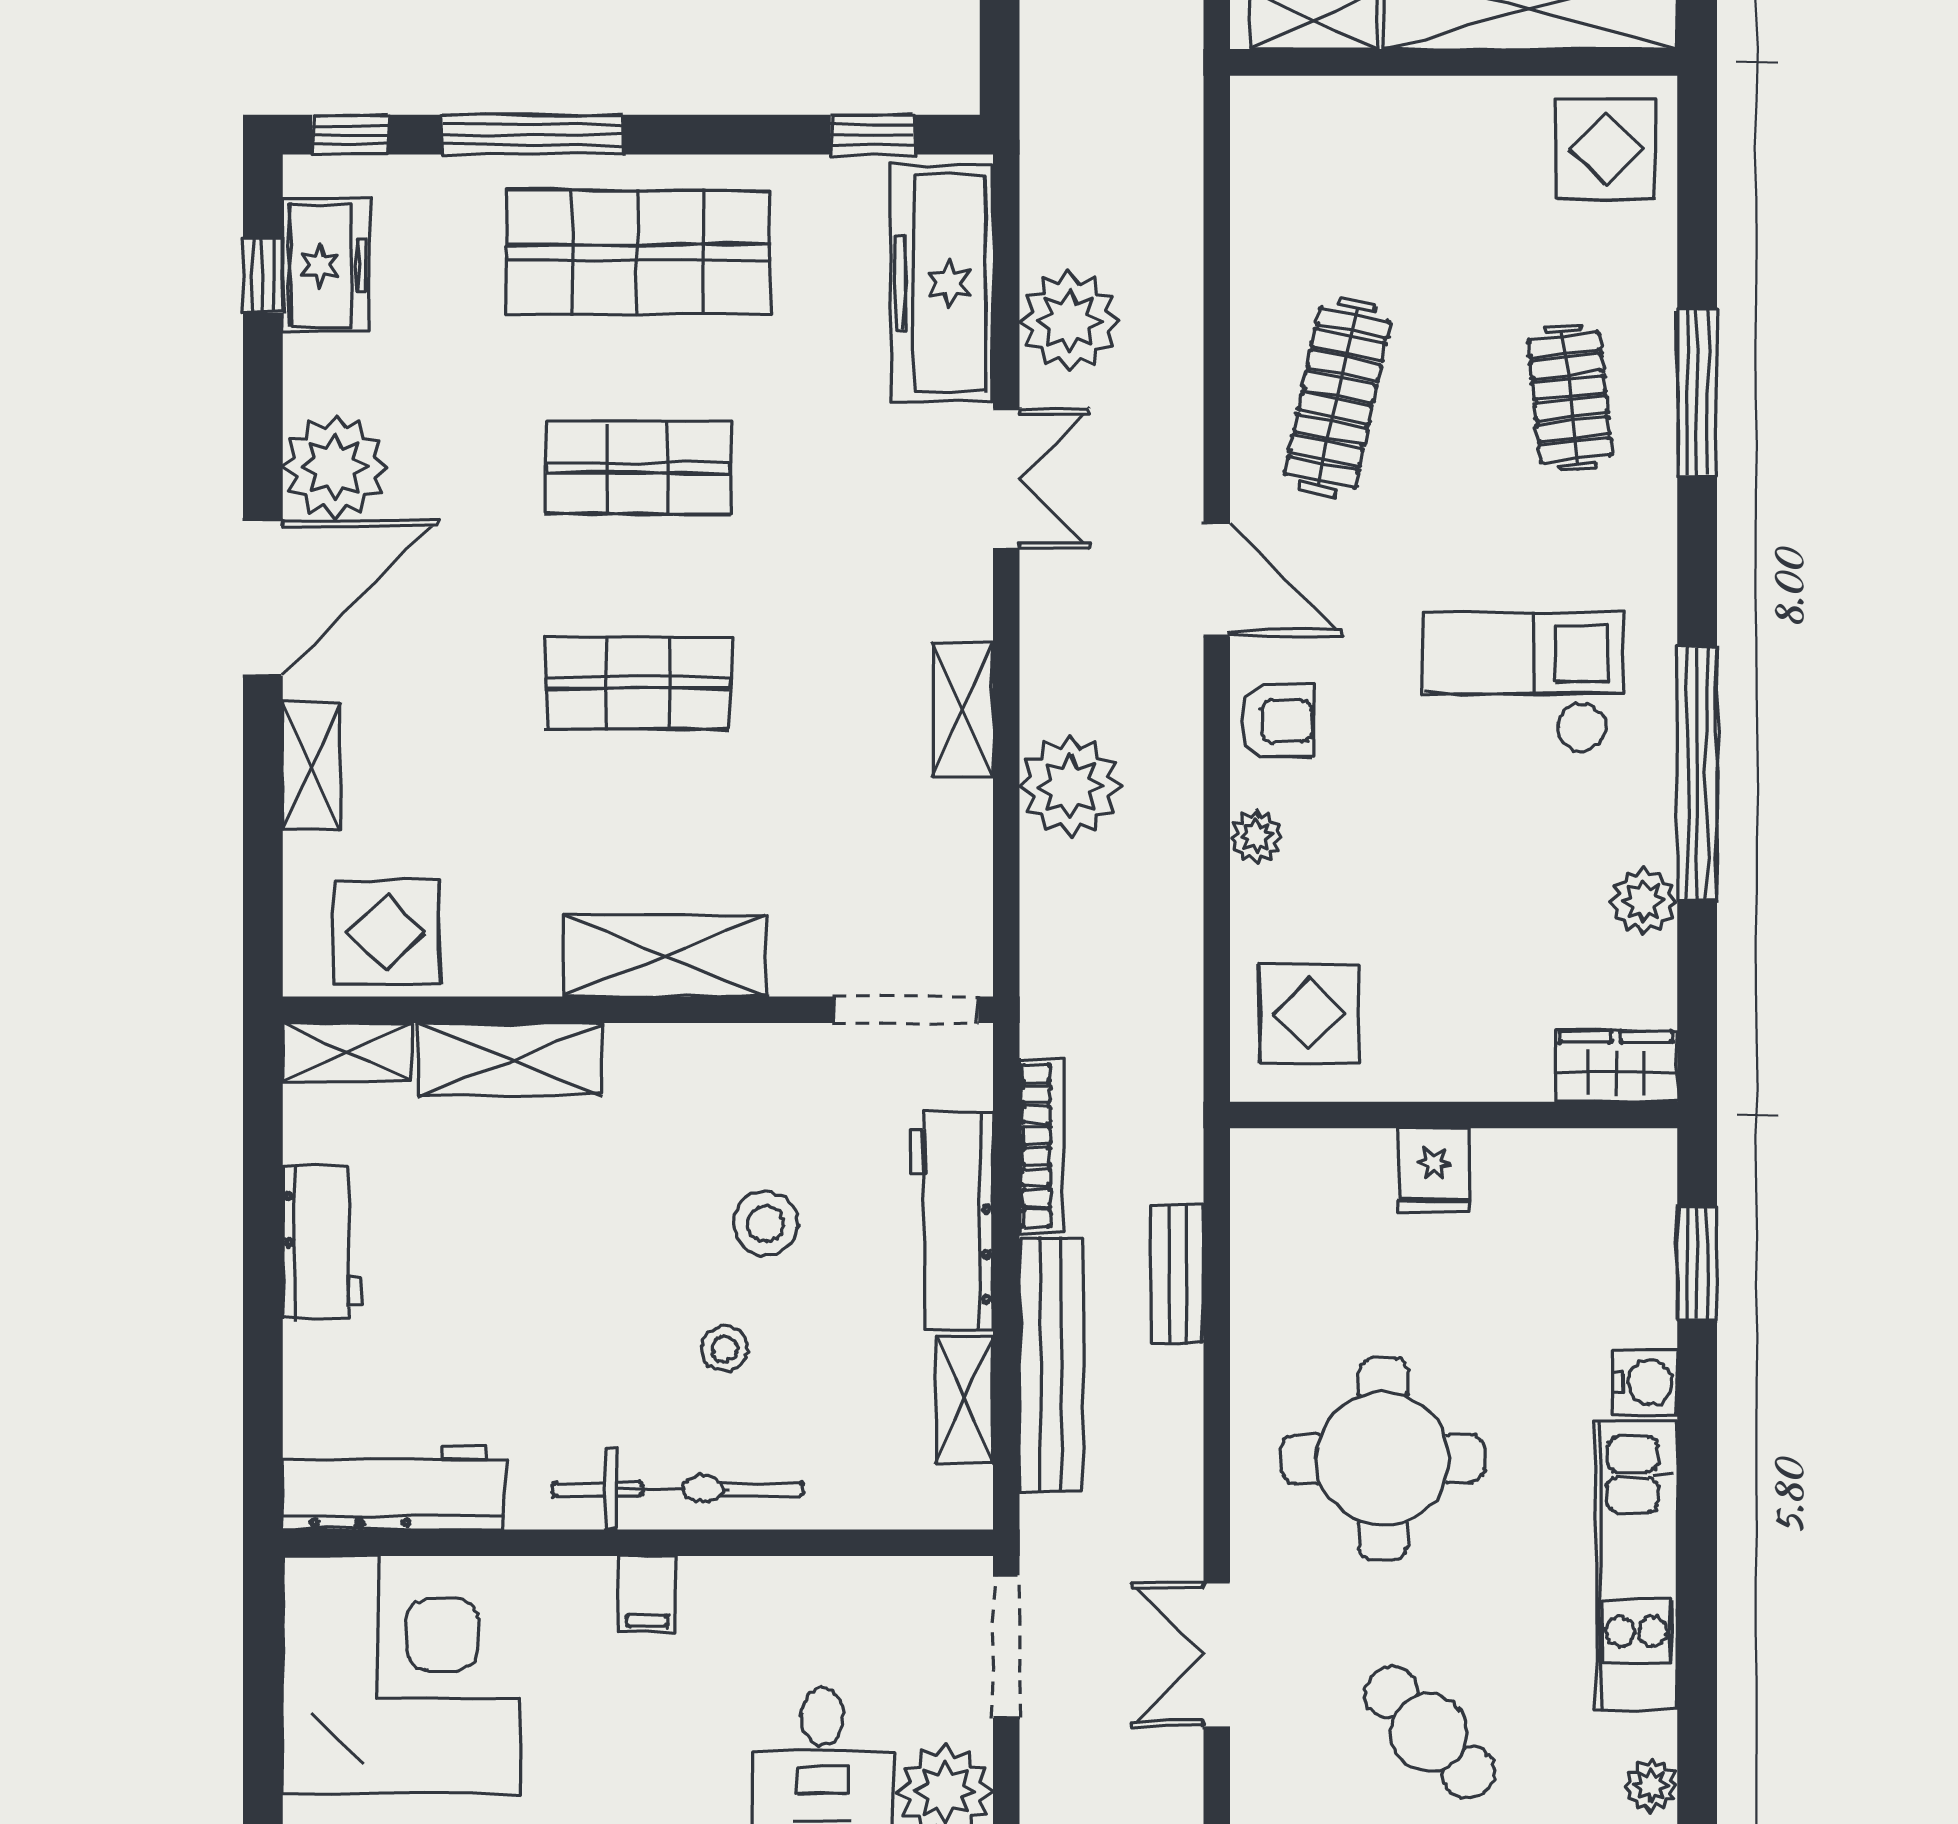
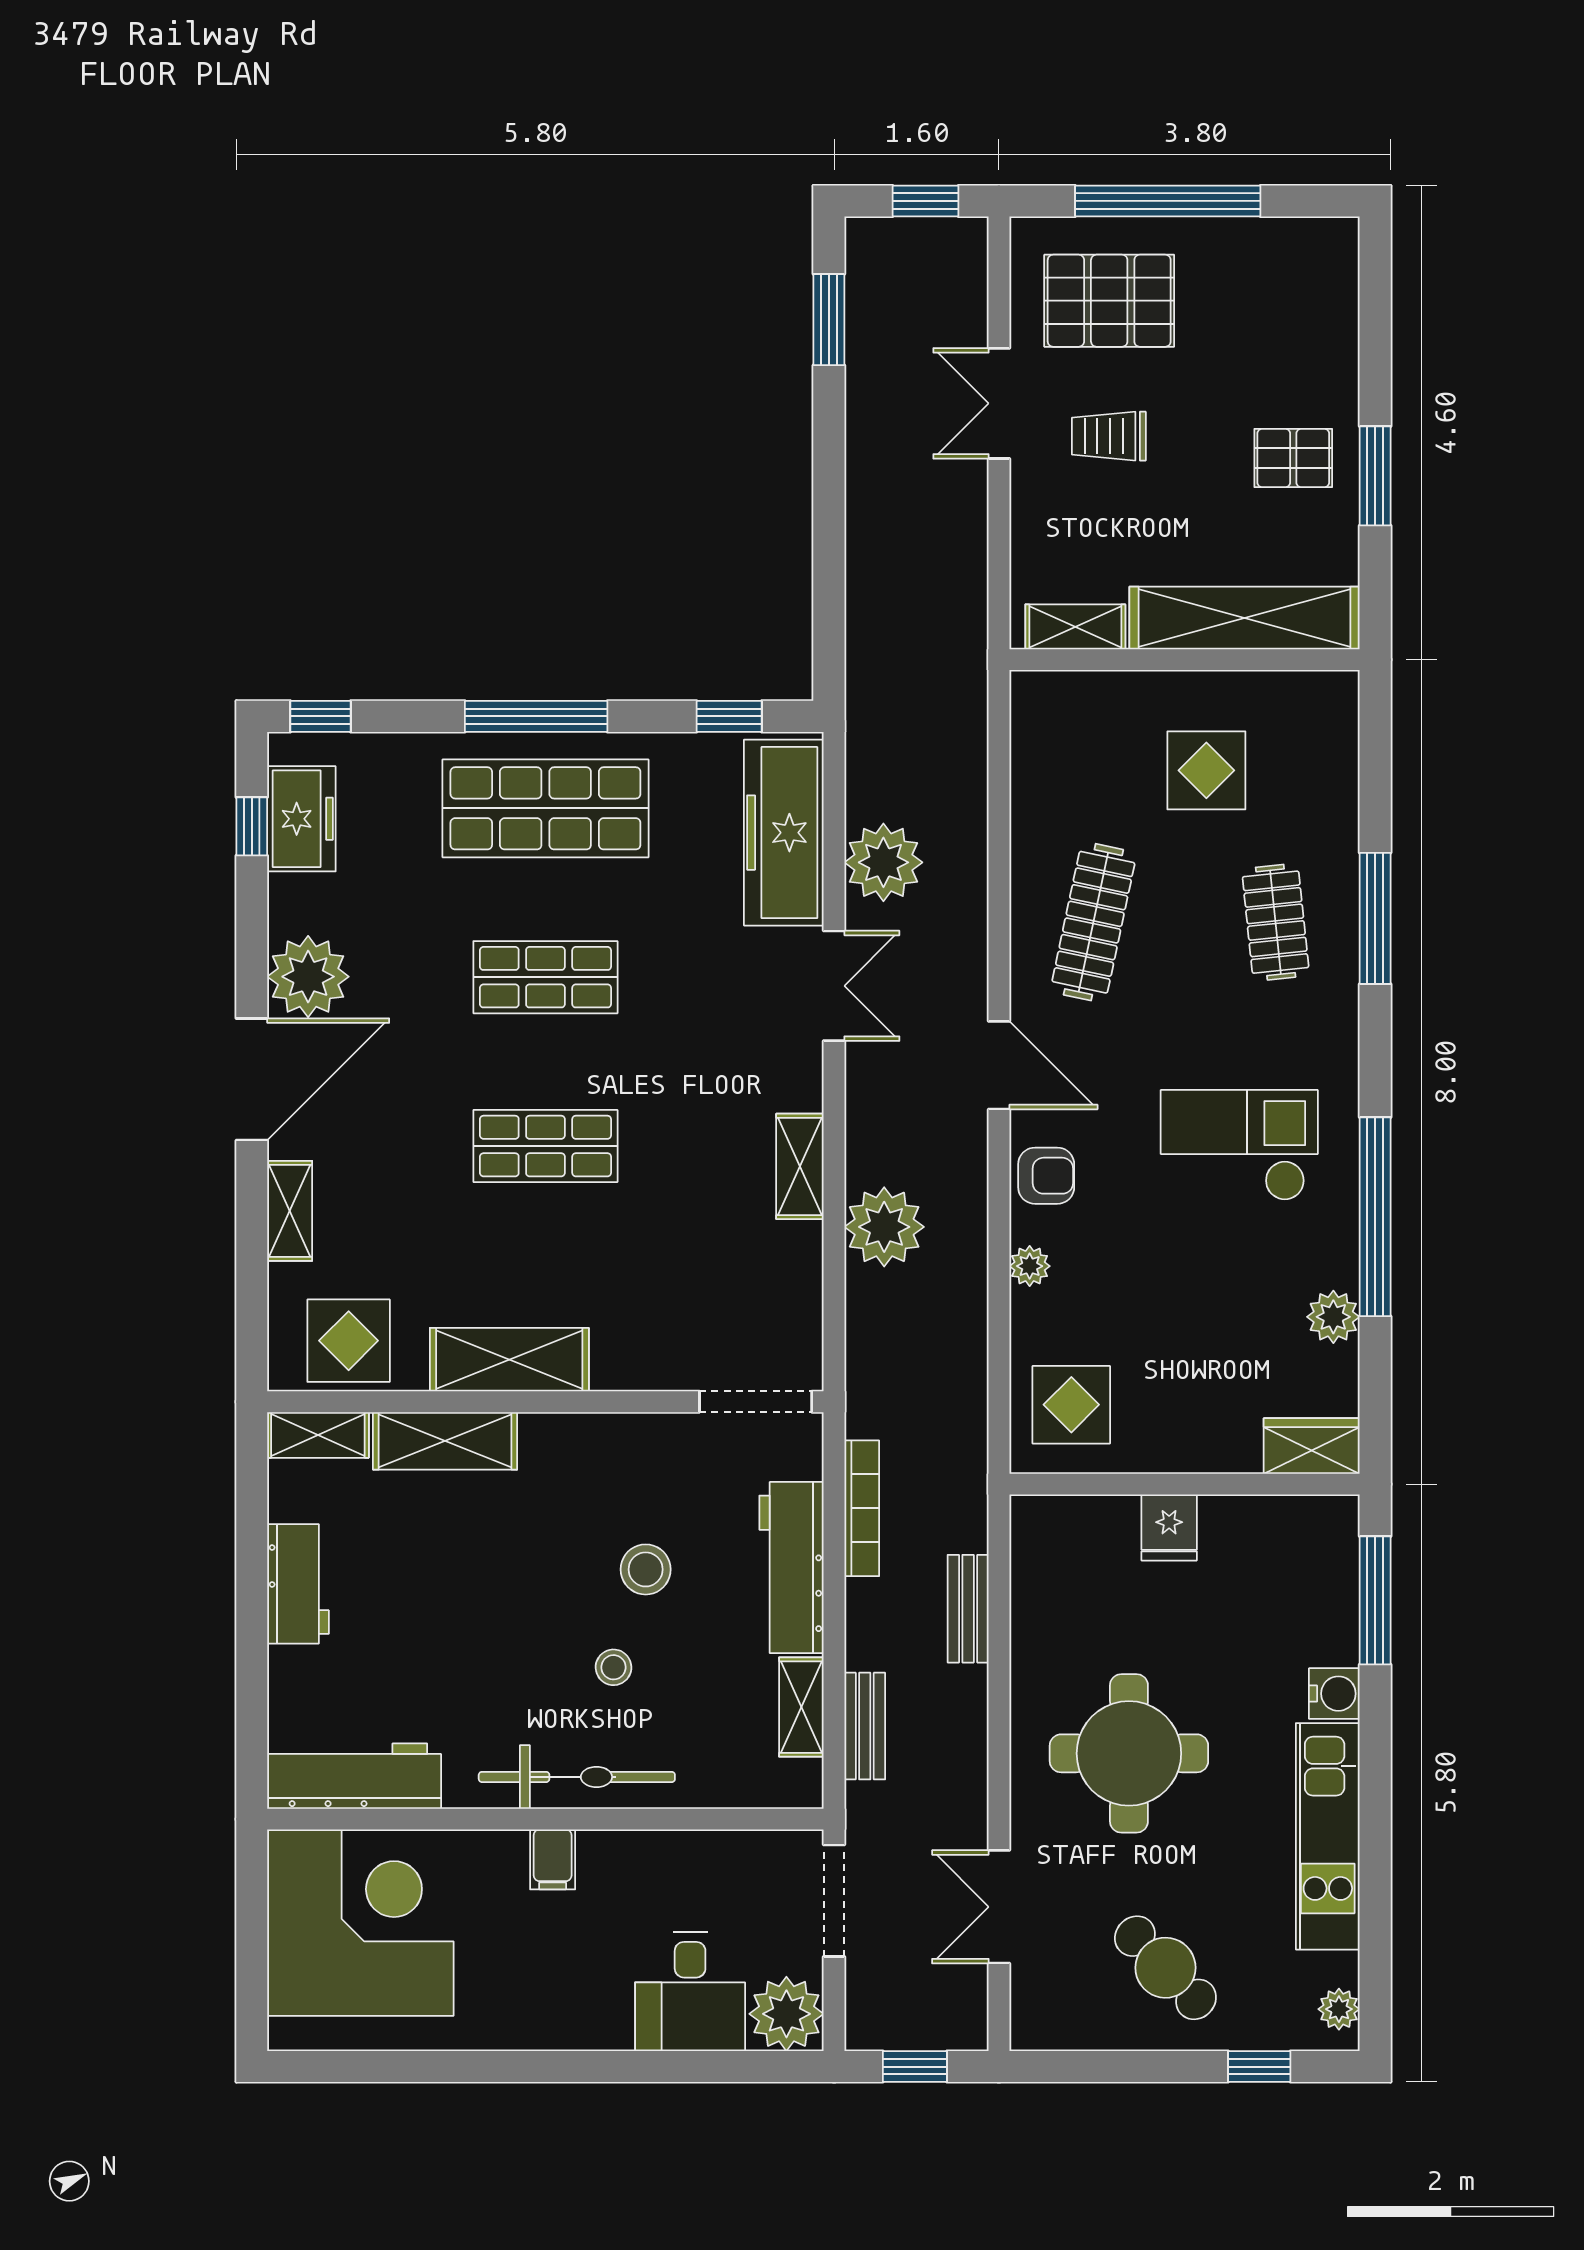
window: (533, 135) -> (536, 716), moved
display table: (1606, 149) -> (1206, 770), moved
shelving: (665, 956) -> (509, 1360), moved
window: (1697, 1263) -> (1375, 1600), width x1.44
bench: (1051, 1365) -> (865, 1726), width x0.54, depth x0.82

